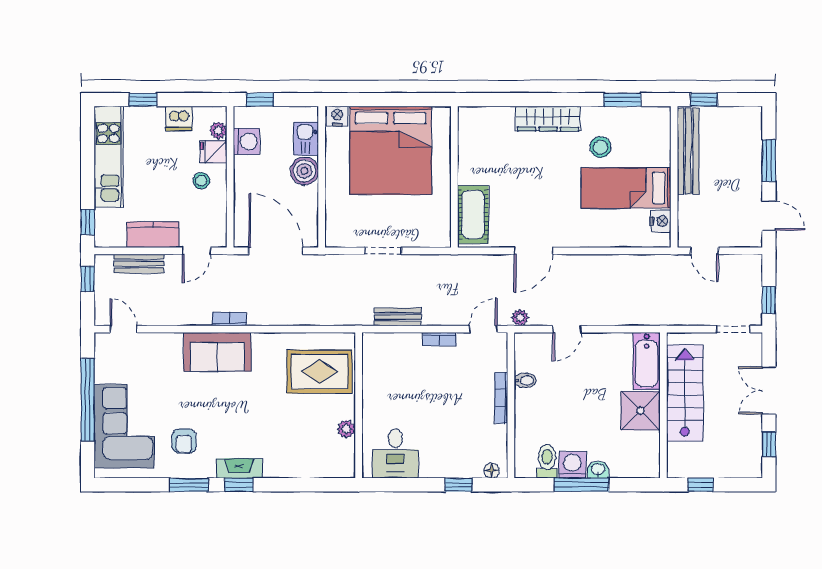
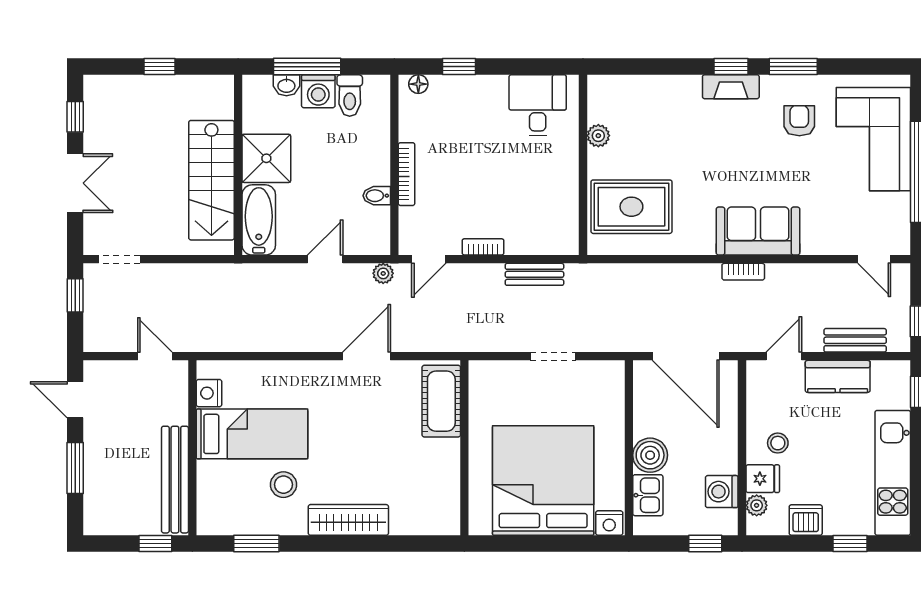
bathtub: (647, 361) -> (259, 220), moved
stairs: (685, 393) -> (211, 180), moved
wall: (663, 405) -> (238, 165), moved
shower: (640, 411) -> (266, 158), moved

